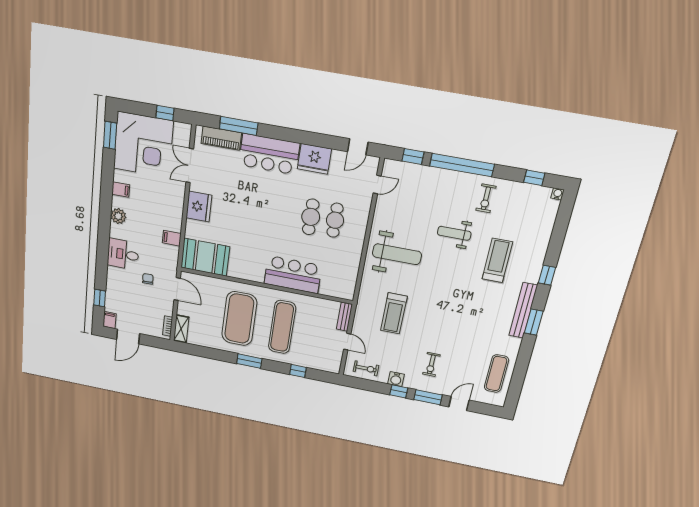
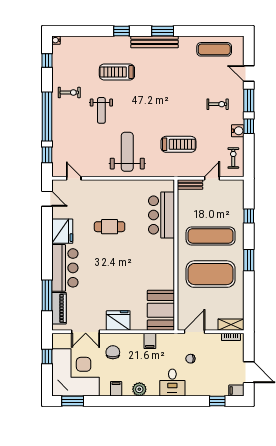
chair: (163, 193) -> (113, 352), added
cafe table: (335, 220) -> (109, 207), removed
bar counter: (293, 275) -> (161, 215), moved

